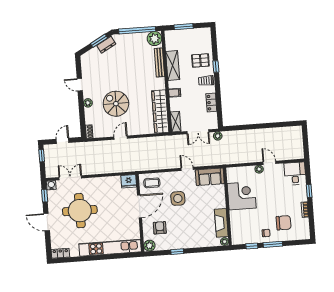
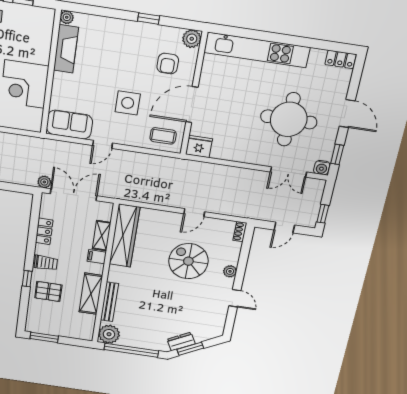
window: (184, 27) -> (44, 337), moved
spiral stairs: (116, 104) -> (188, 261), turned 180
shelving: (176, 122) -> (102, 236), moved
double door: (198, 132) -> (74, 195), width x1.37
door: (187, 169) -> (103, 144), hinge flipped

